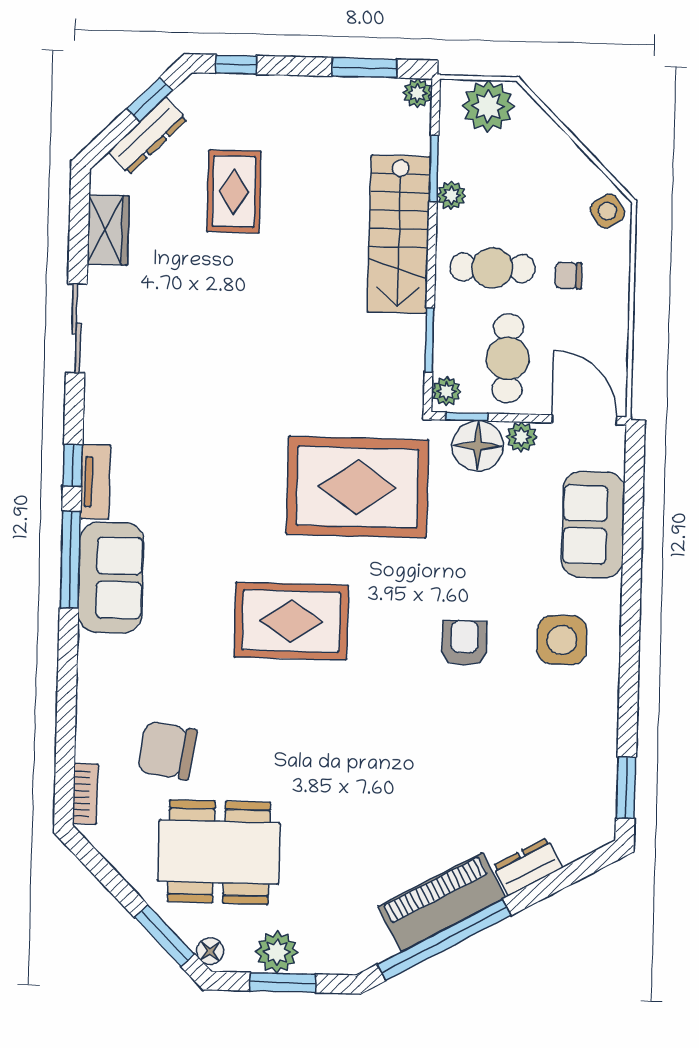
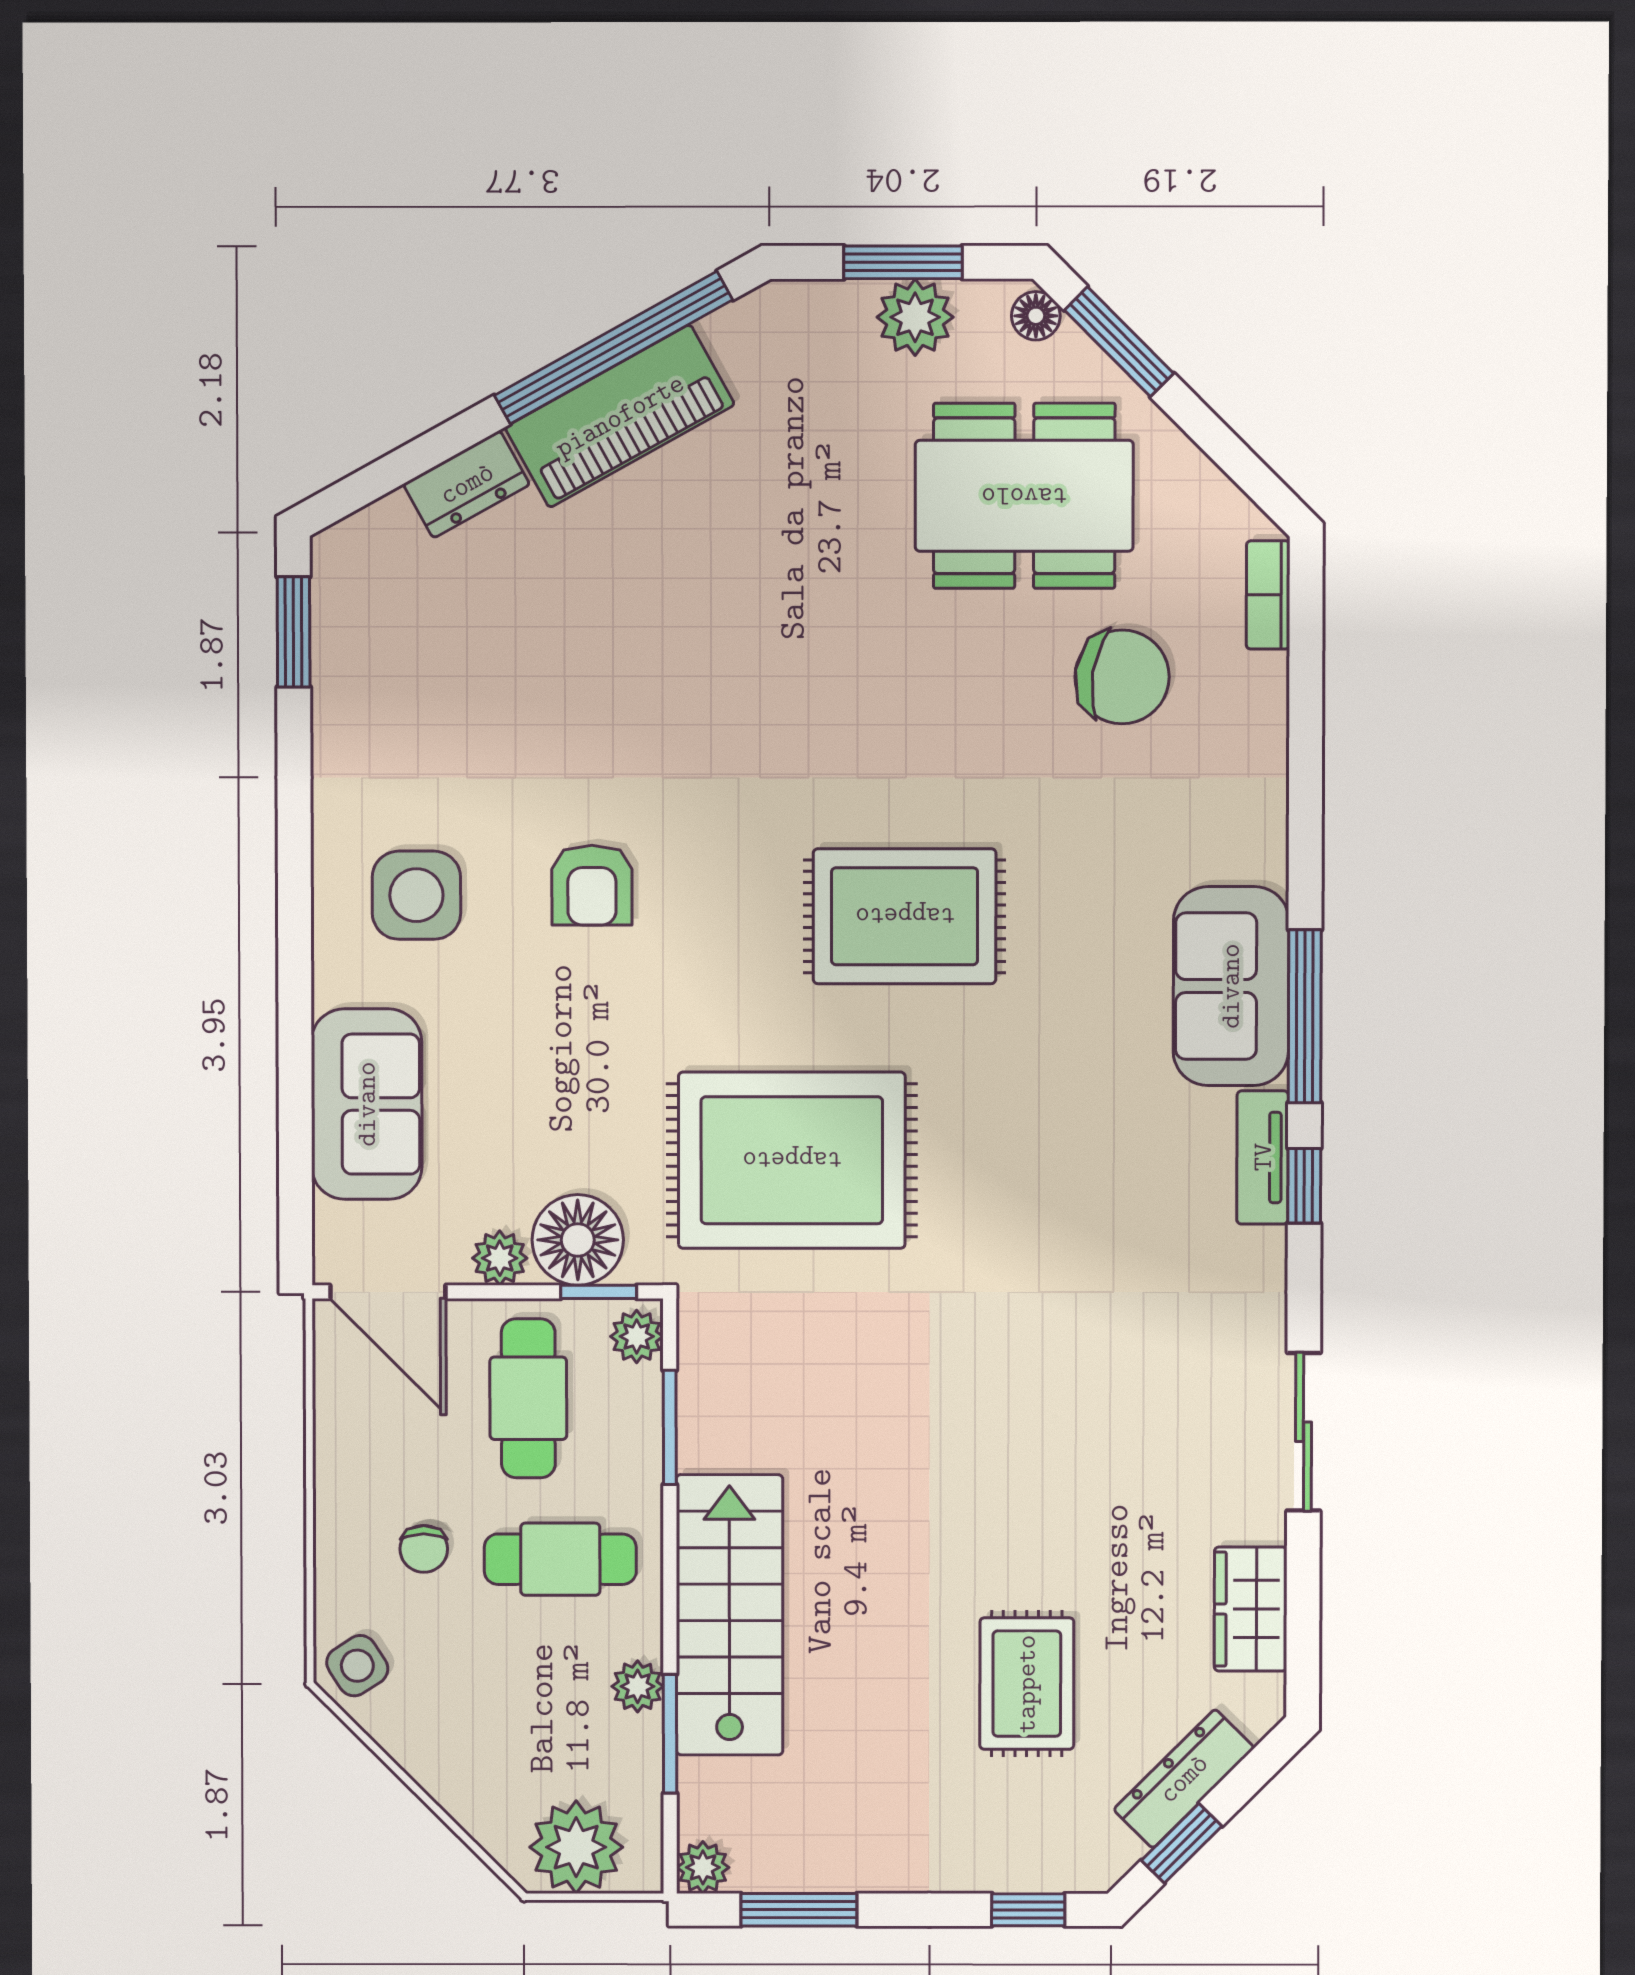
chair: (568, 276) -> (424, 1549), turned 90

